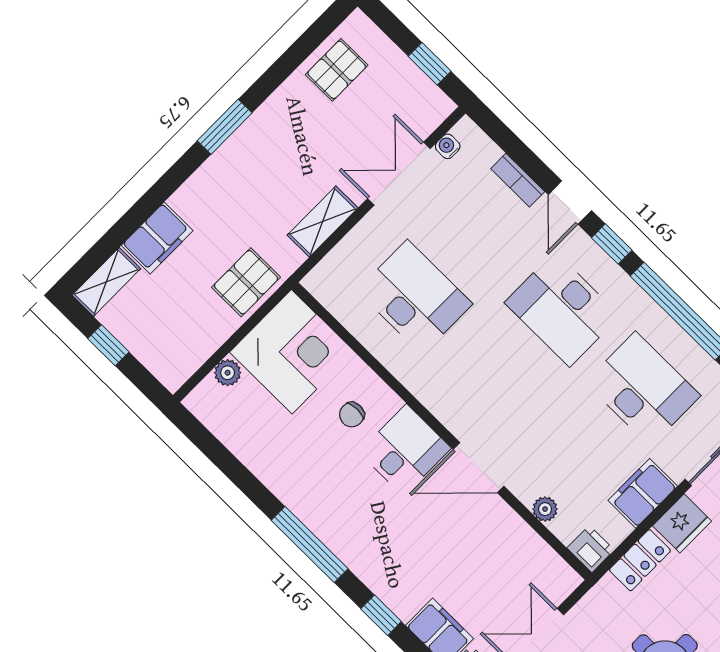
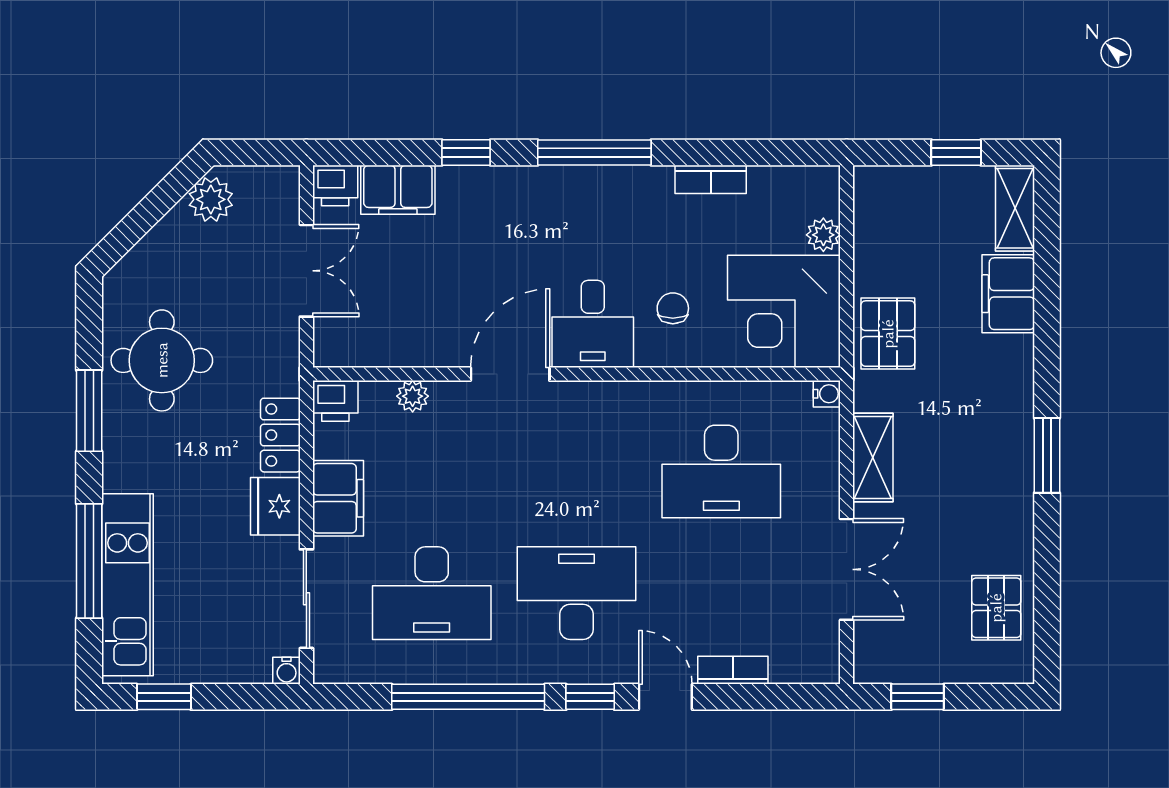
water cooler: (448, 146) -> (827, 394), moved
bookcase: (260, 466) -> (711, 179), added

